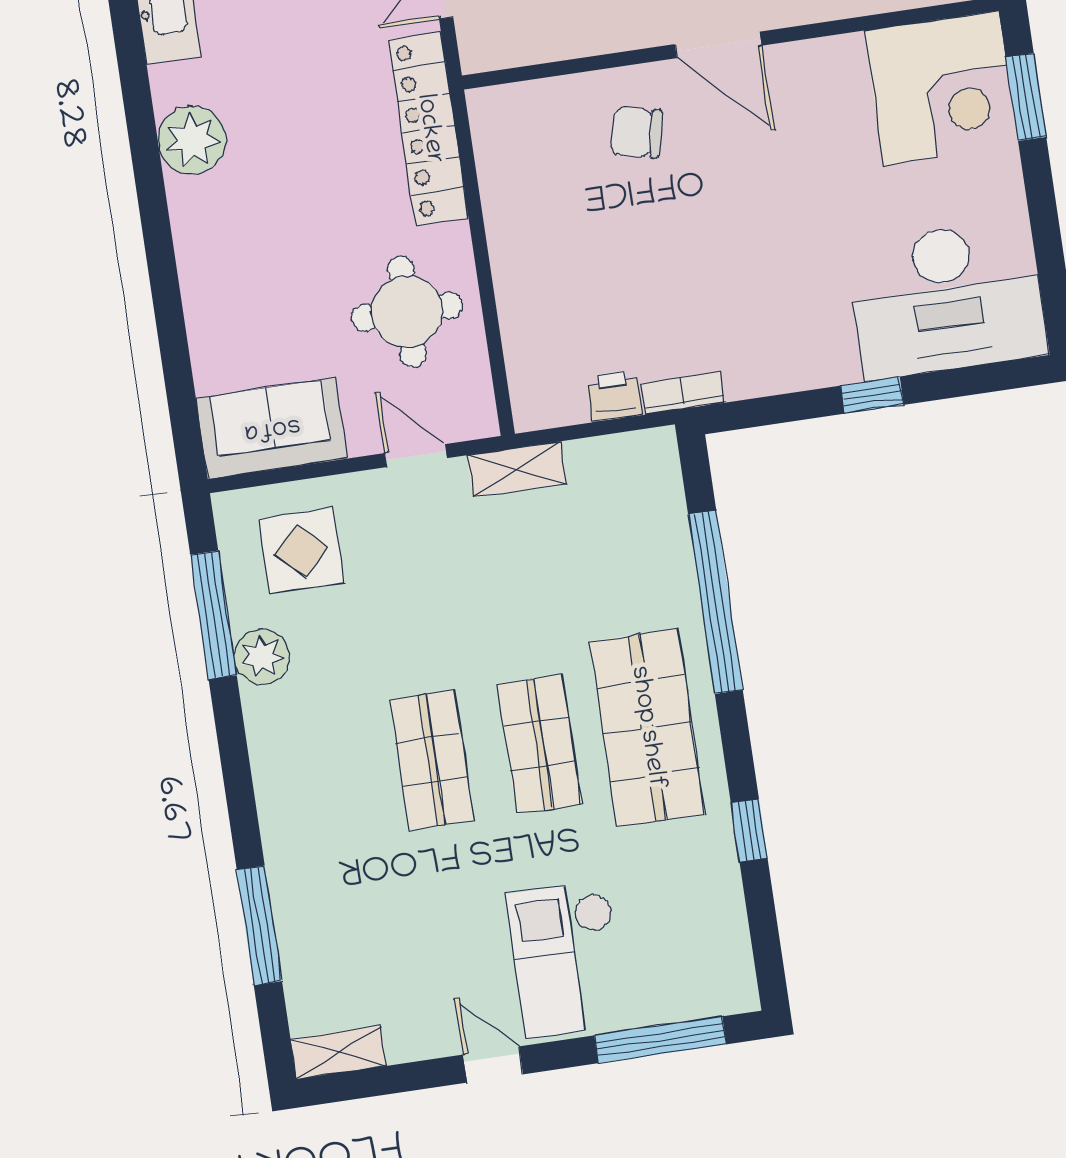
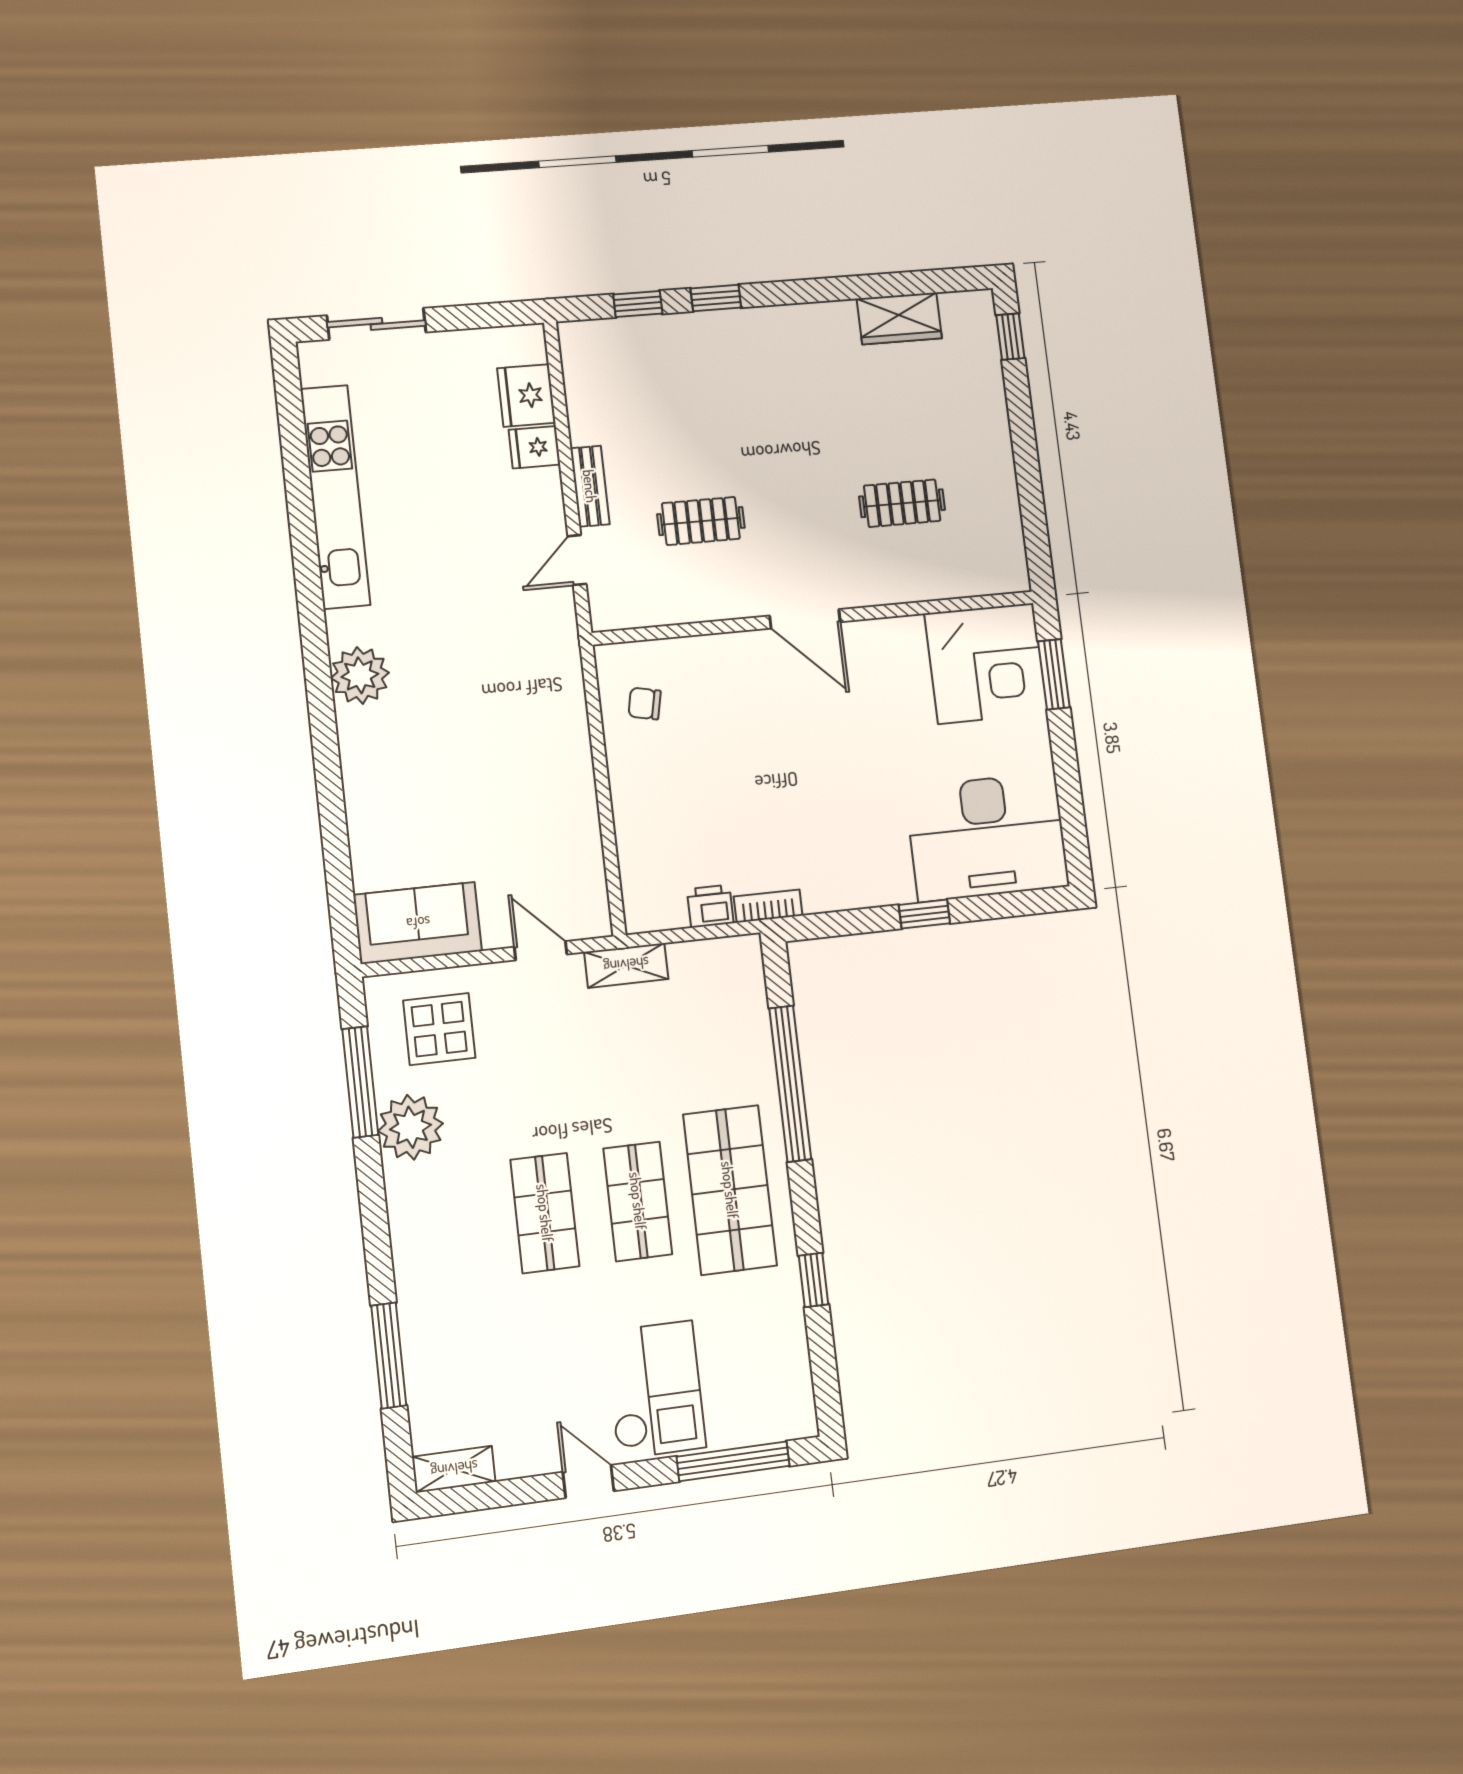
locker: (429, 129) -> (562, 676), removed
chair: (636, 133) -> (645, 704), moved, width x0.73, depth x0.73
round table: (407, 312) -> (538, 828), removed
plant: (262, 657) -> (411, 1127), width x1.36, depth x1.36
checkout: (567, 959) -> (655, 1390), turned 180

